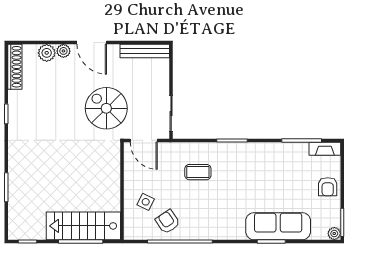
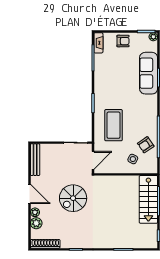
door: (92, 43) -> (30, 194), hinge flipped
spiral stairs: (106, 108) -> (73, 198), moved
coffee table: (198, 172) -> (113, 125), width x1.86, depth x1.72

